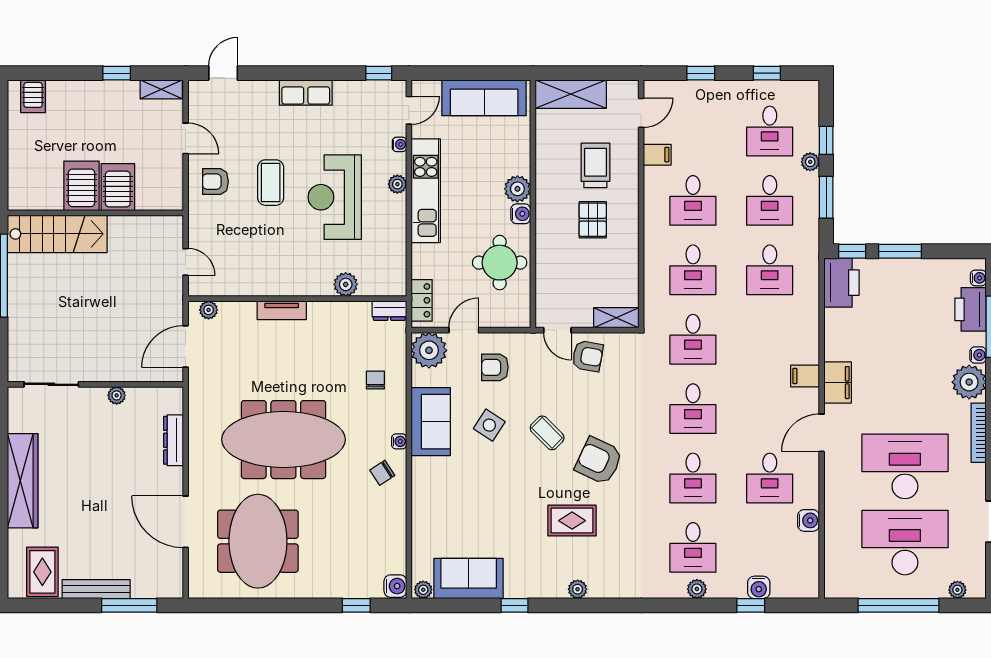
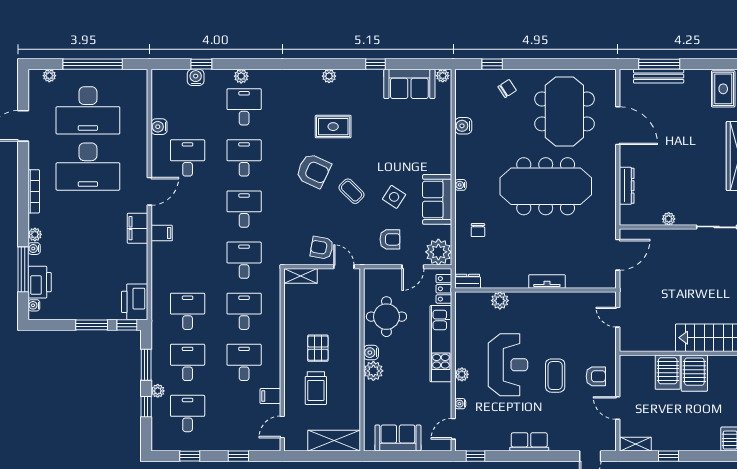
sofa: (484, 98) -> (398, 438), width x0.73
kitchen unit: (426, 191) -> (441, 344), moved
plant: (209, 310) -> (601, 282), removed
plant: (969, 382) -> (35, 234), width x0.53, depth x0.53
chair: (382, 473) -> (507, 88), moved
water cooler: (395, 586) -> (463, 126), moved
bench: (96, 589) -> (659, 76), moved

